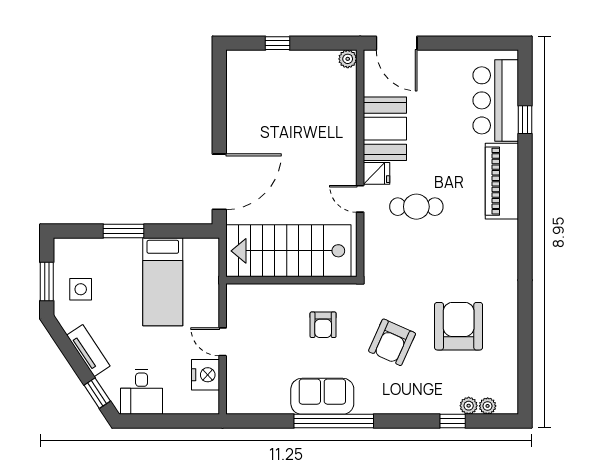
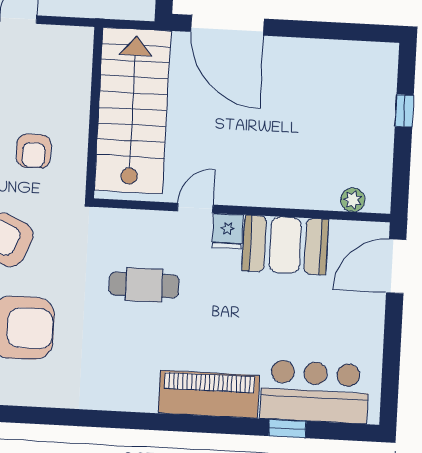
plant: (348, 59) -> (353, 200), moved
cafe table: (416, 207) -> (144, 285), moved, turned 90
armchair: (323, 325) -> (34, 151), turned -90

